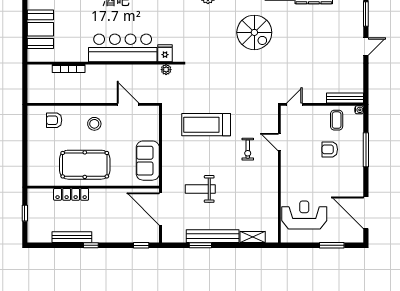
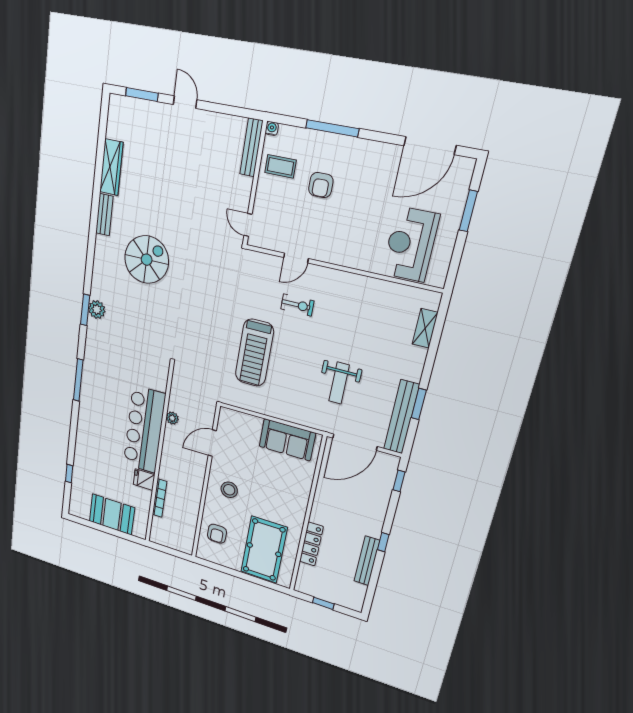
fridge: (165, 53) -> (144, 480), moved
plant: (166, 70) -> (172, 418), moved
pool table: (85, 165) -> (264, 550), moved
bench: (213, 236) -> (401, 417), moved

